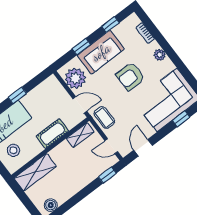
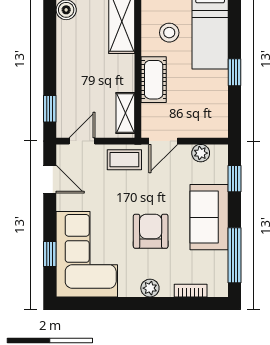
window: (110, 25) -> (234, 255), width x2.17
window: (81, 47) -> (234, 179), moved
plant: (75, 78) -> (201, 153), width x0.53, depth x0.53
stool: (13, 150) -> (169, 33), moved

